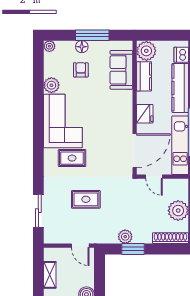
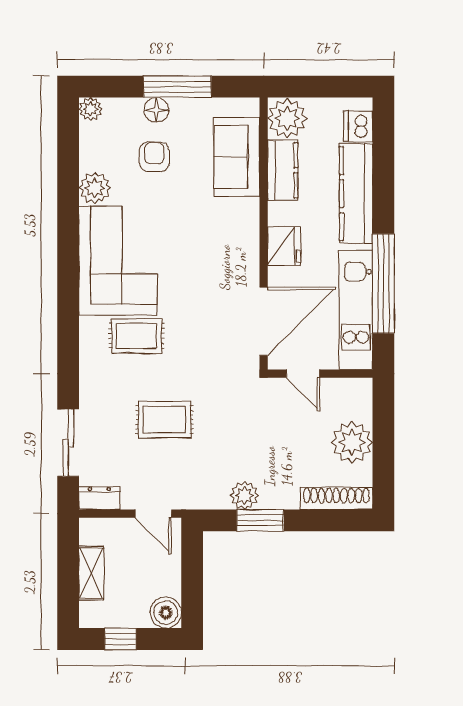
dresser: (54, 238) -> (99, 498), added

